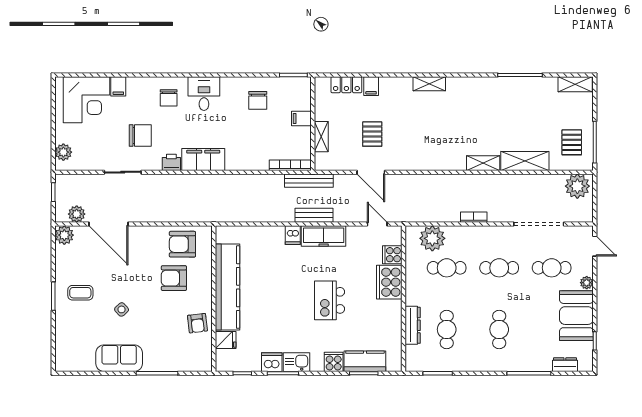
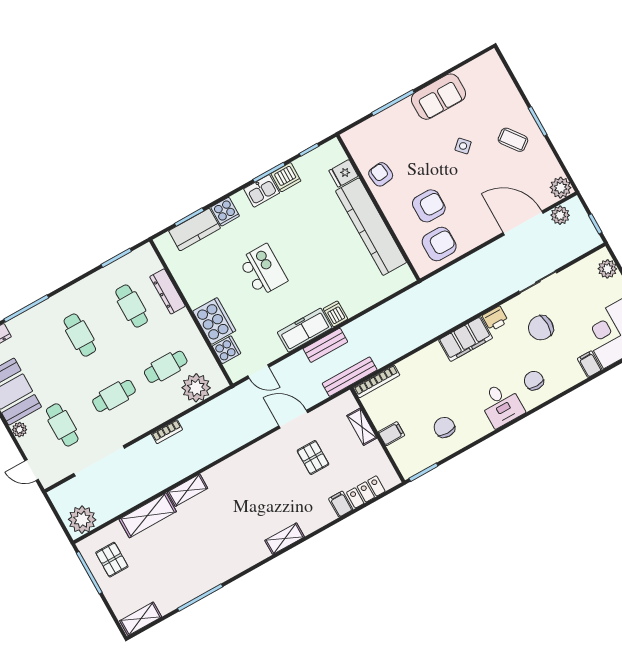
cafe table: (552, 268) -> (62, 425), turned 90
coffee table: (80, 293) -> (513, 140), turned 53

